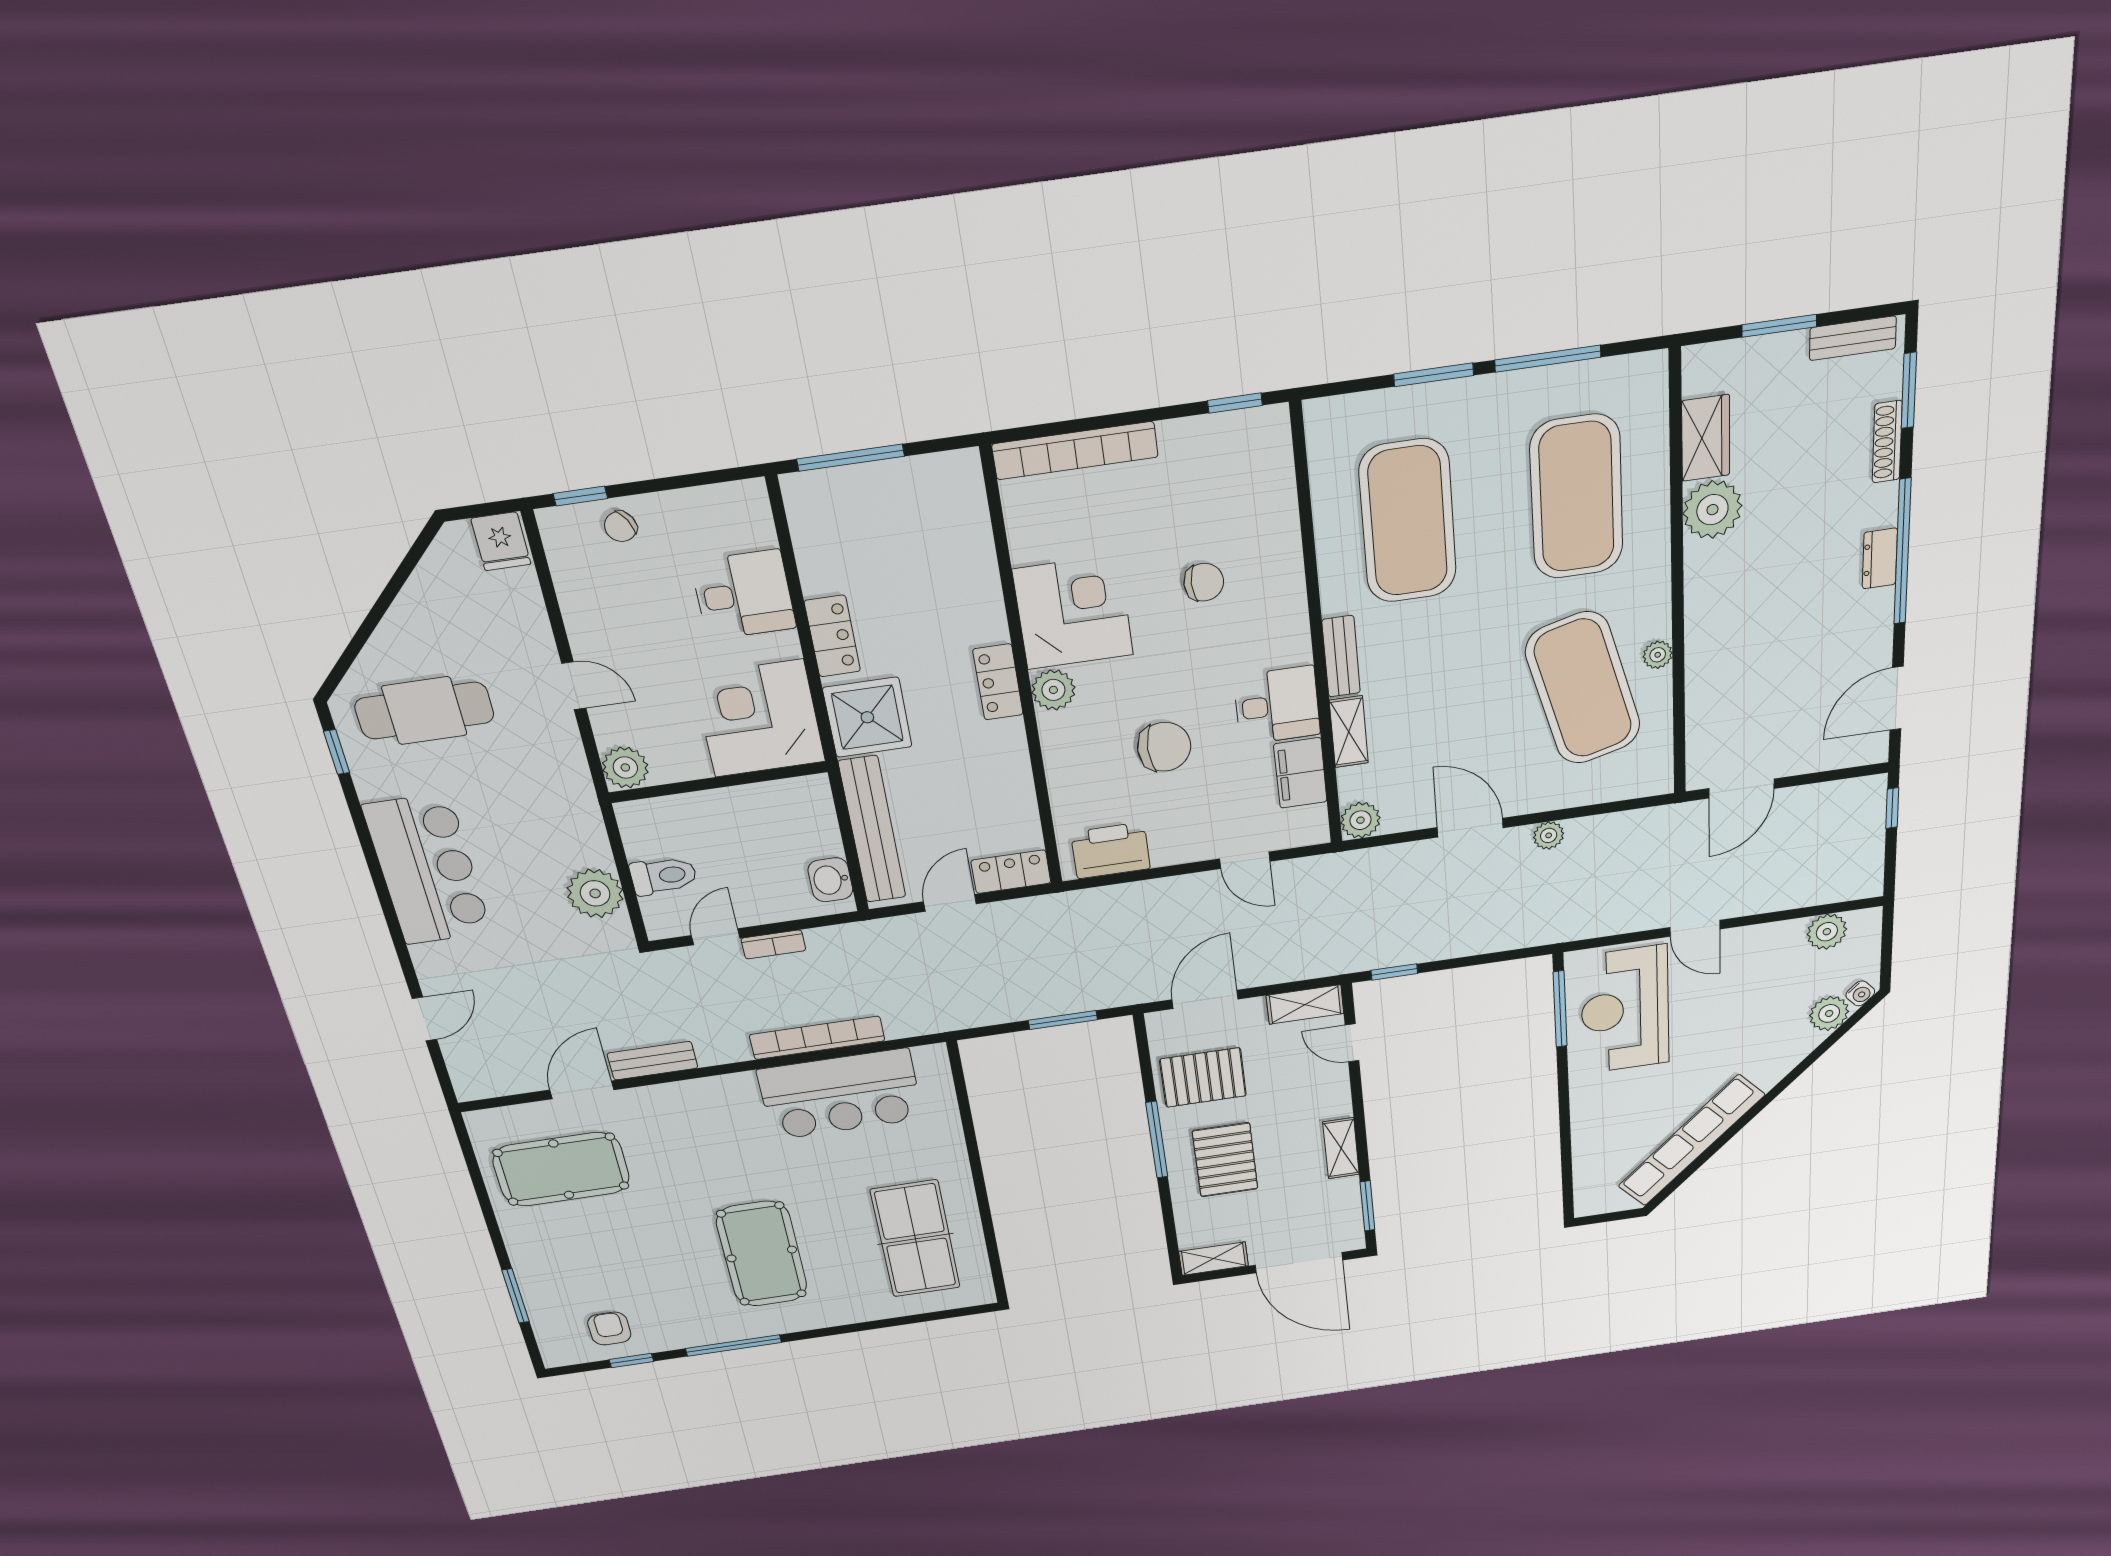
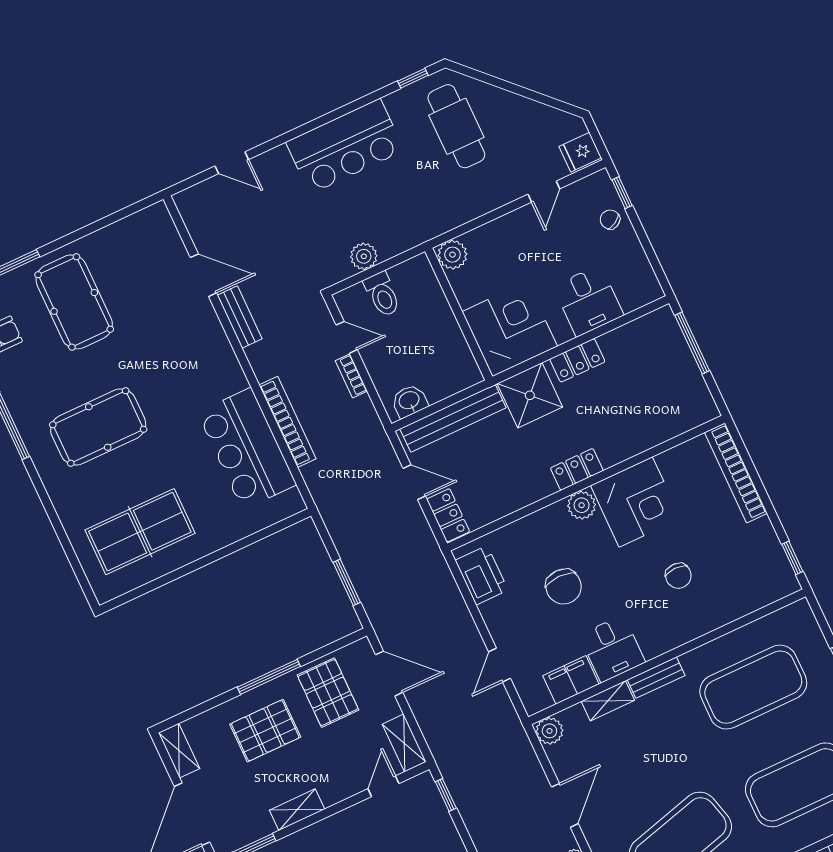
door: (574, 686) -> (544, 192), moved
plant: (595, 893) -> (364, 256), width x0.73, depth x0.73
pool table: (561, 1169) -> (74, 302), moved

